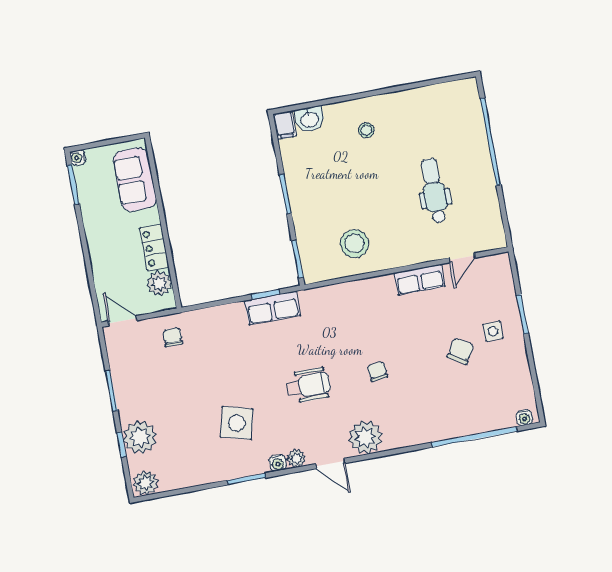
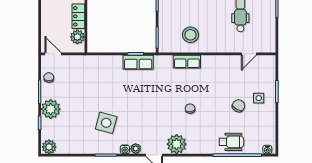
row of seats: (420, 280) -> (187, 62), moved
chair: (173, 337) -> (49, 77), moved
wheelchair: (308, 385) -> (231, 142), moved
plant: (140, 437) -> (51, 109), moved

